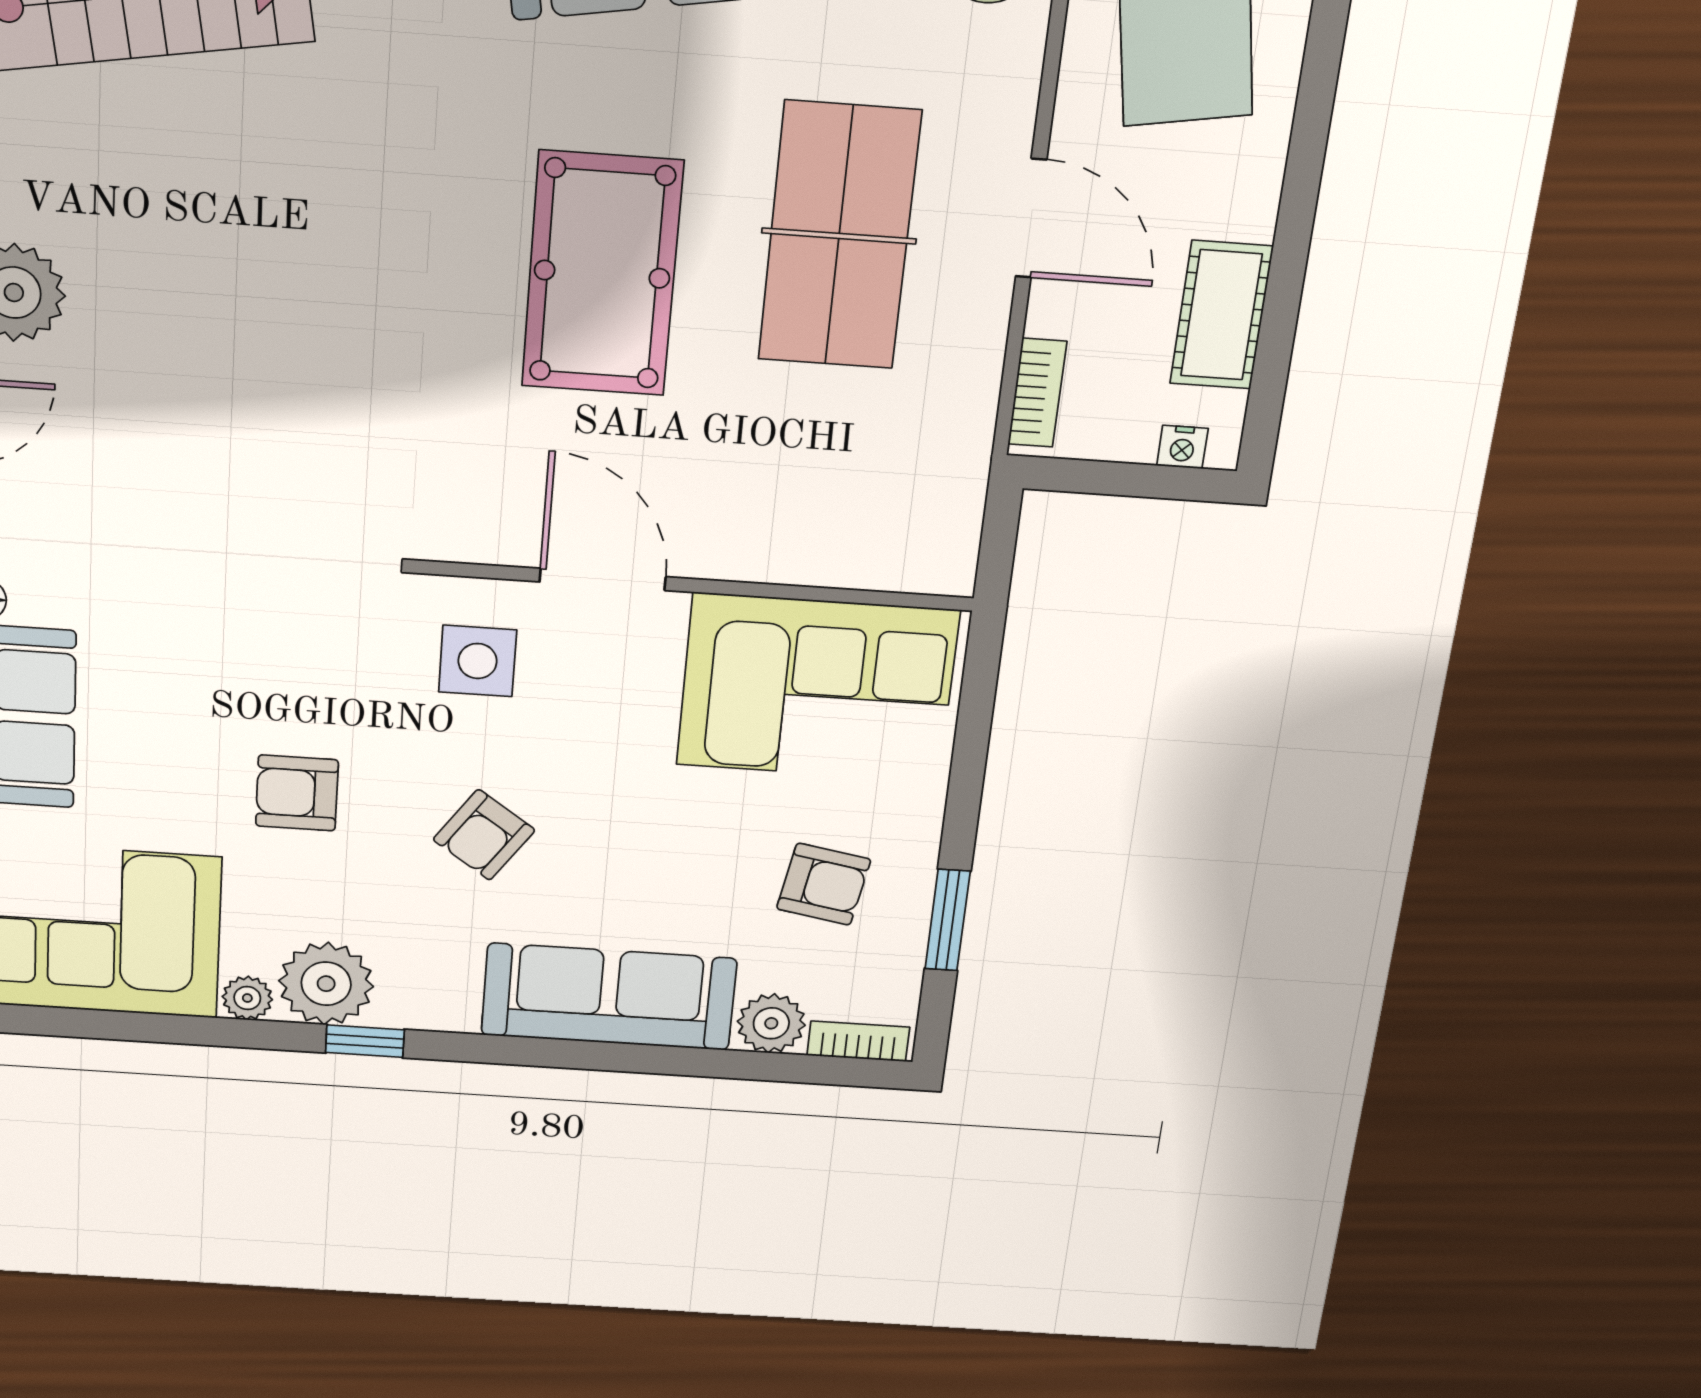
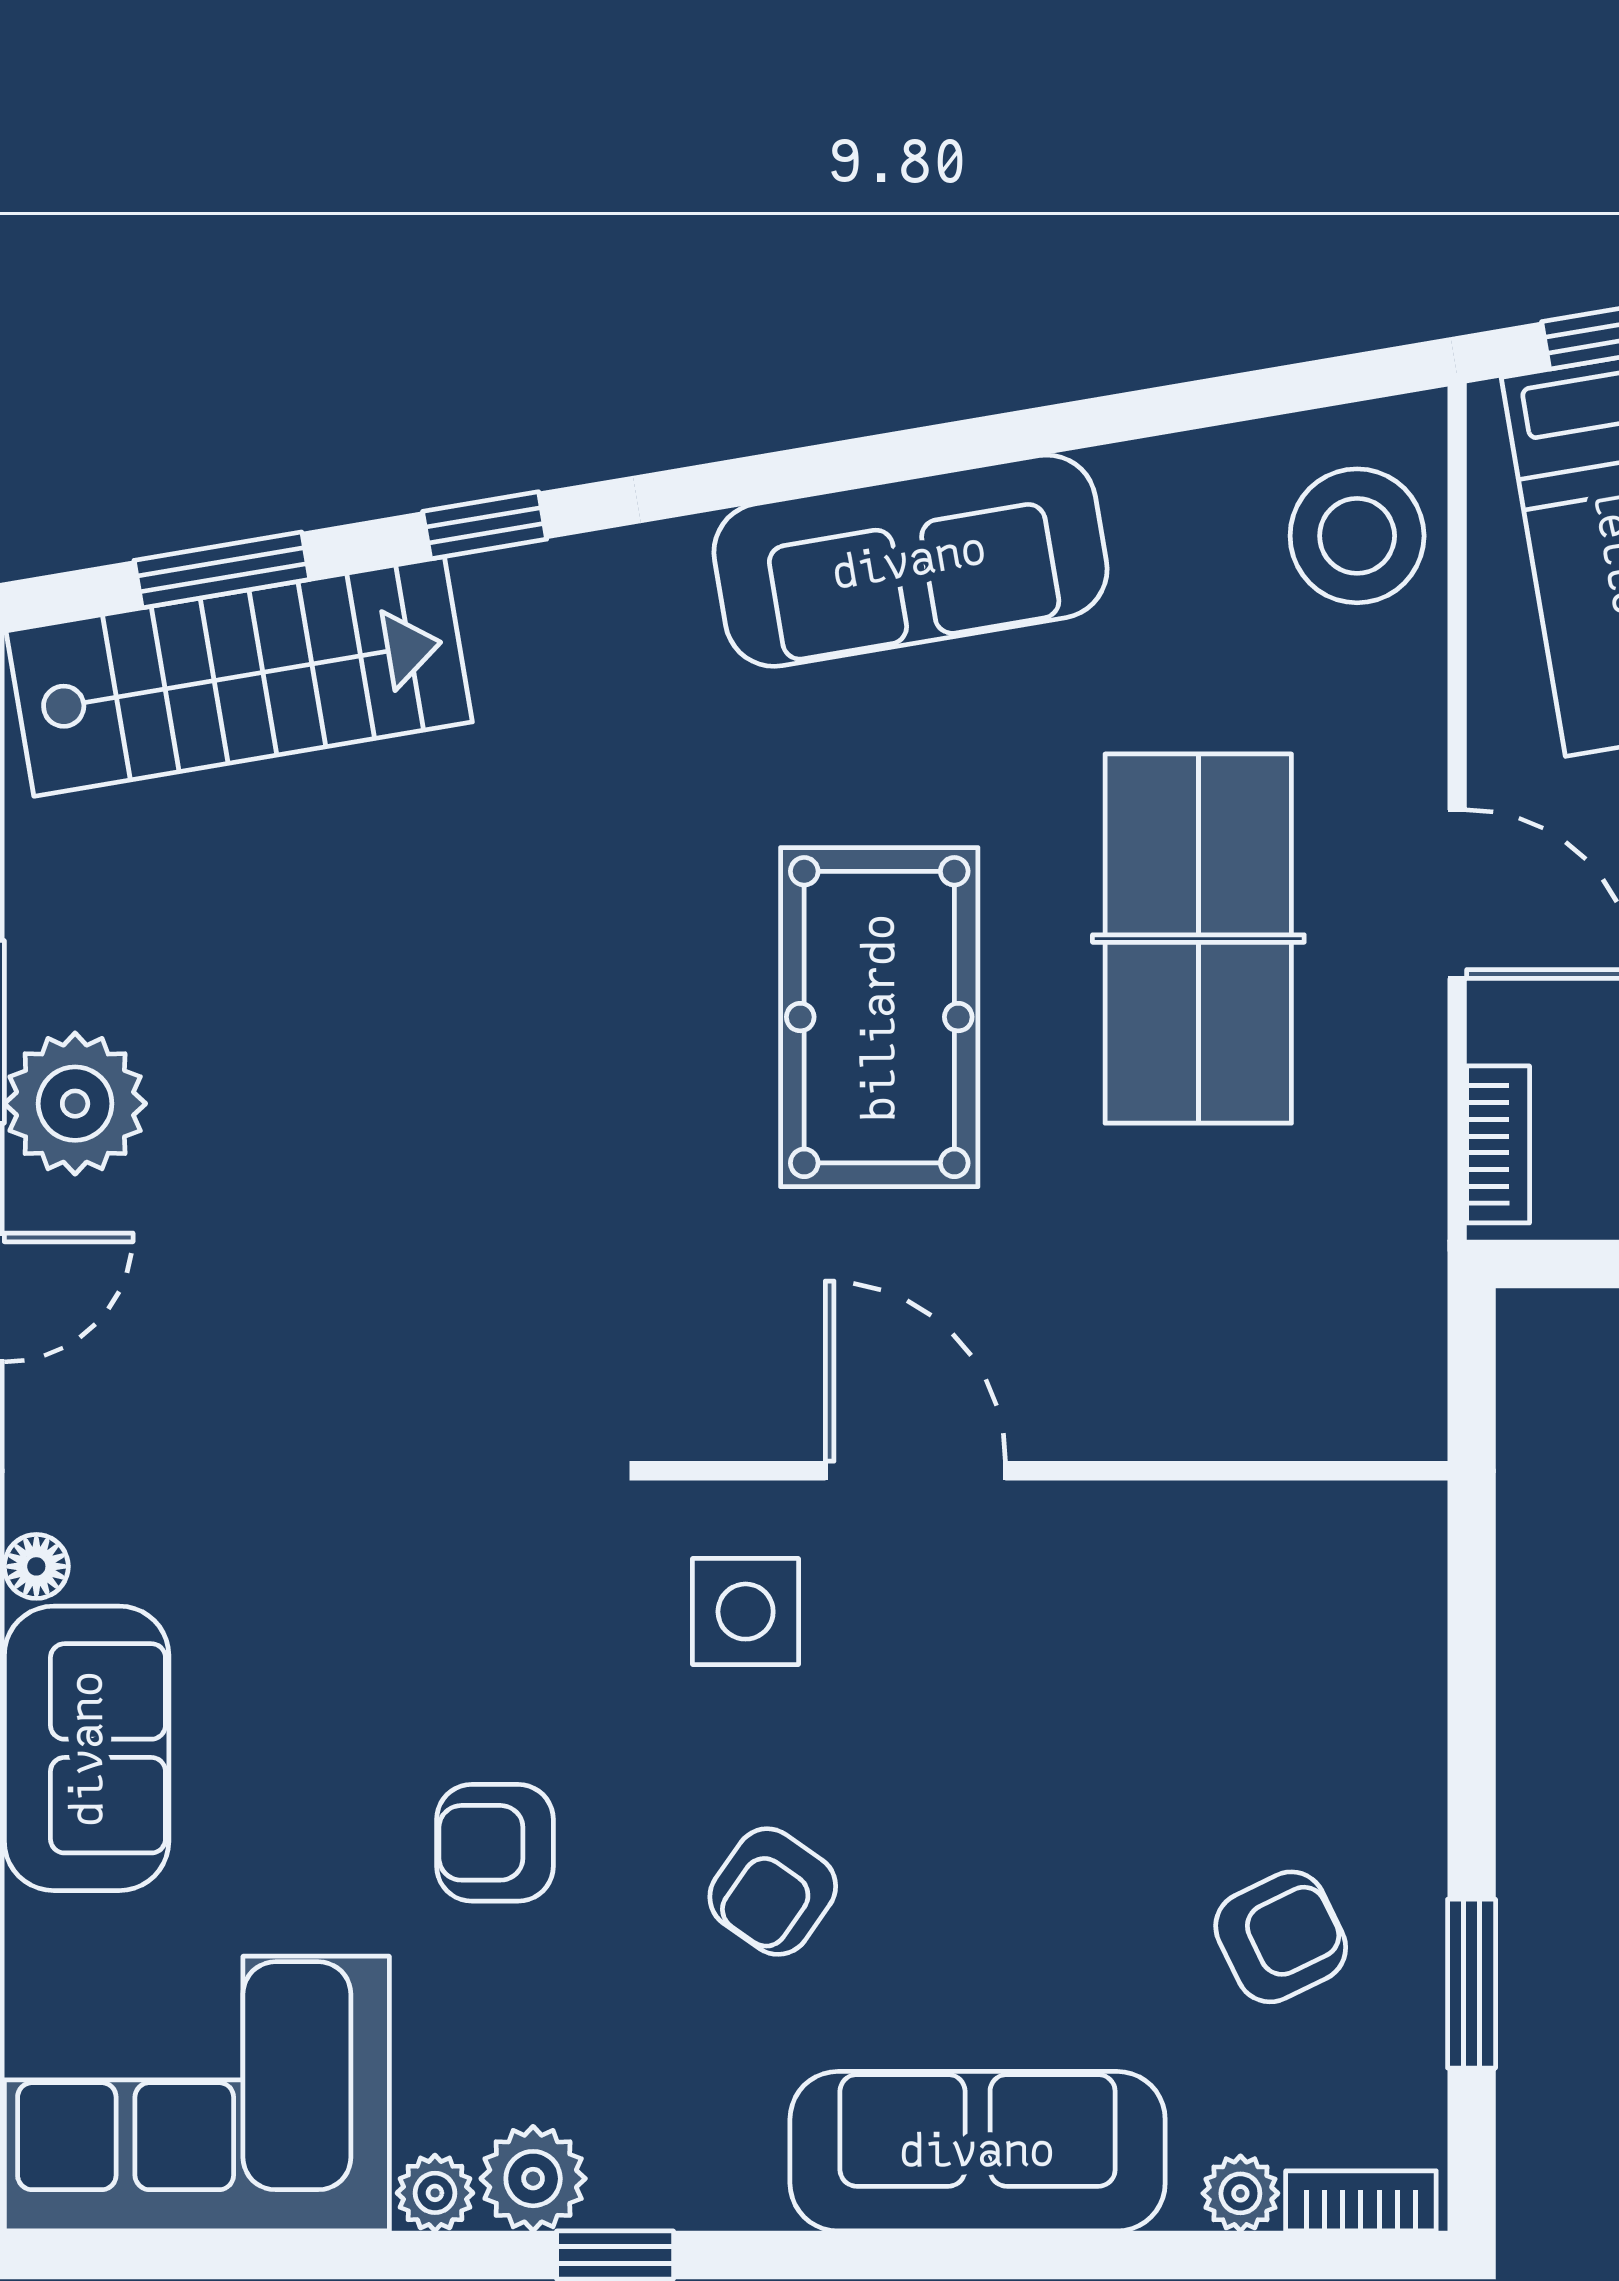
corner sofa: (817, 688) -> (1238, 1618), removed
armchair: (824, 884) -> (1281, 1937), turned -36
plant: (326, 984) -> (533, 2179), width x0.73, depth x0.73
plant: (771, 1023) -> (1240, 2193), width x0.73, depth x0.73

